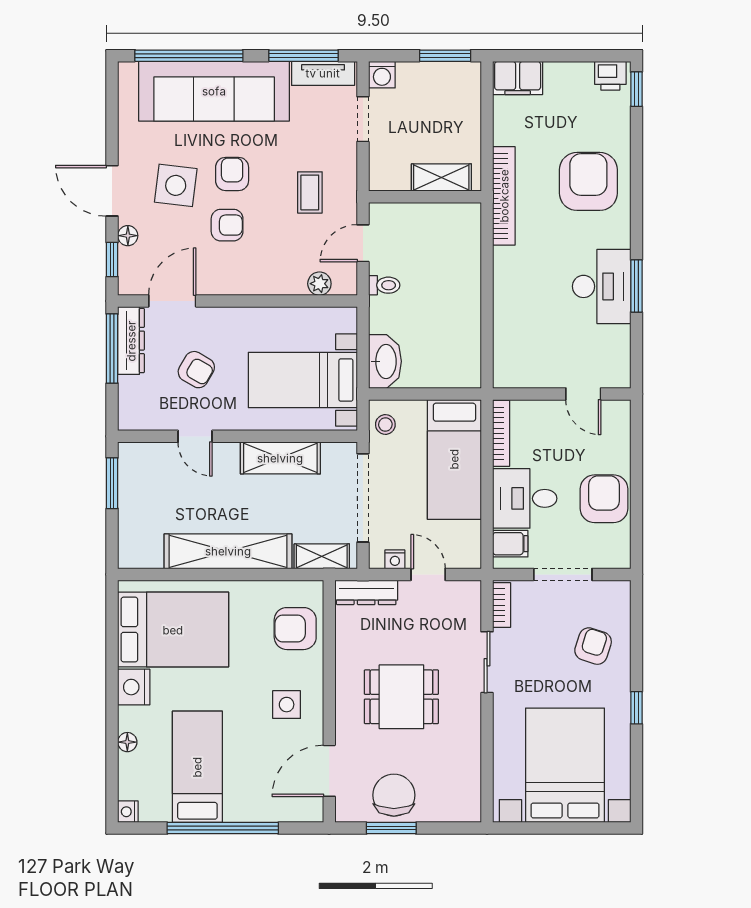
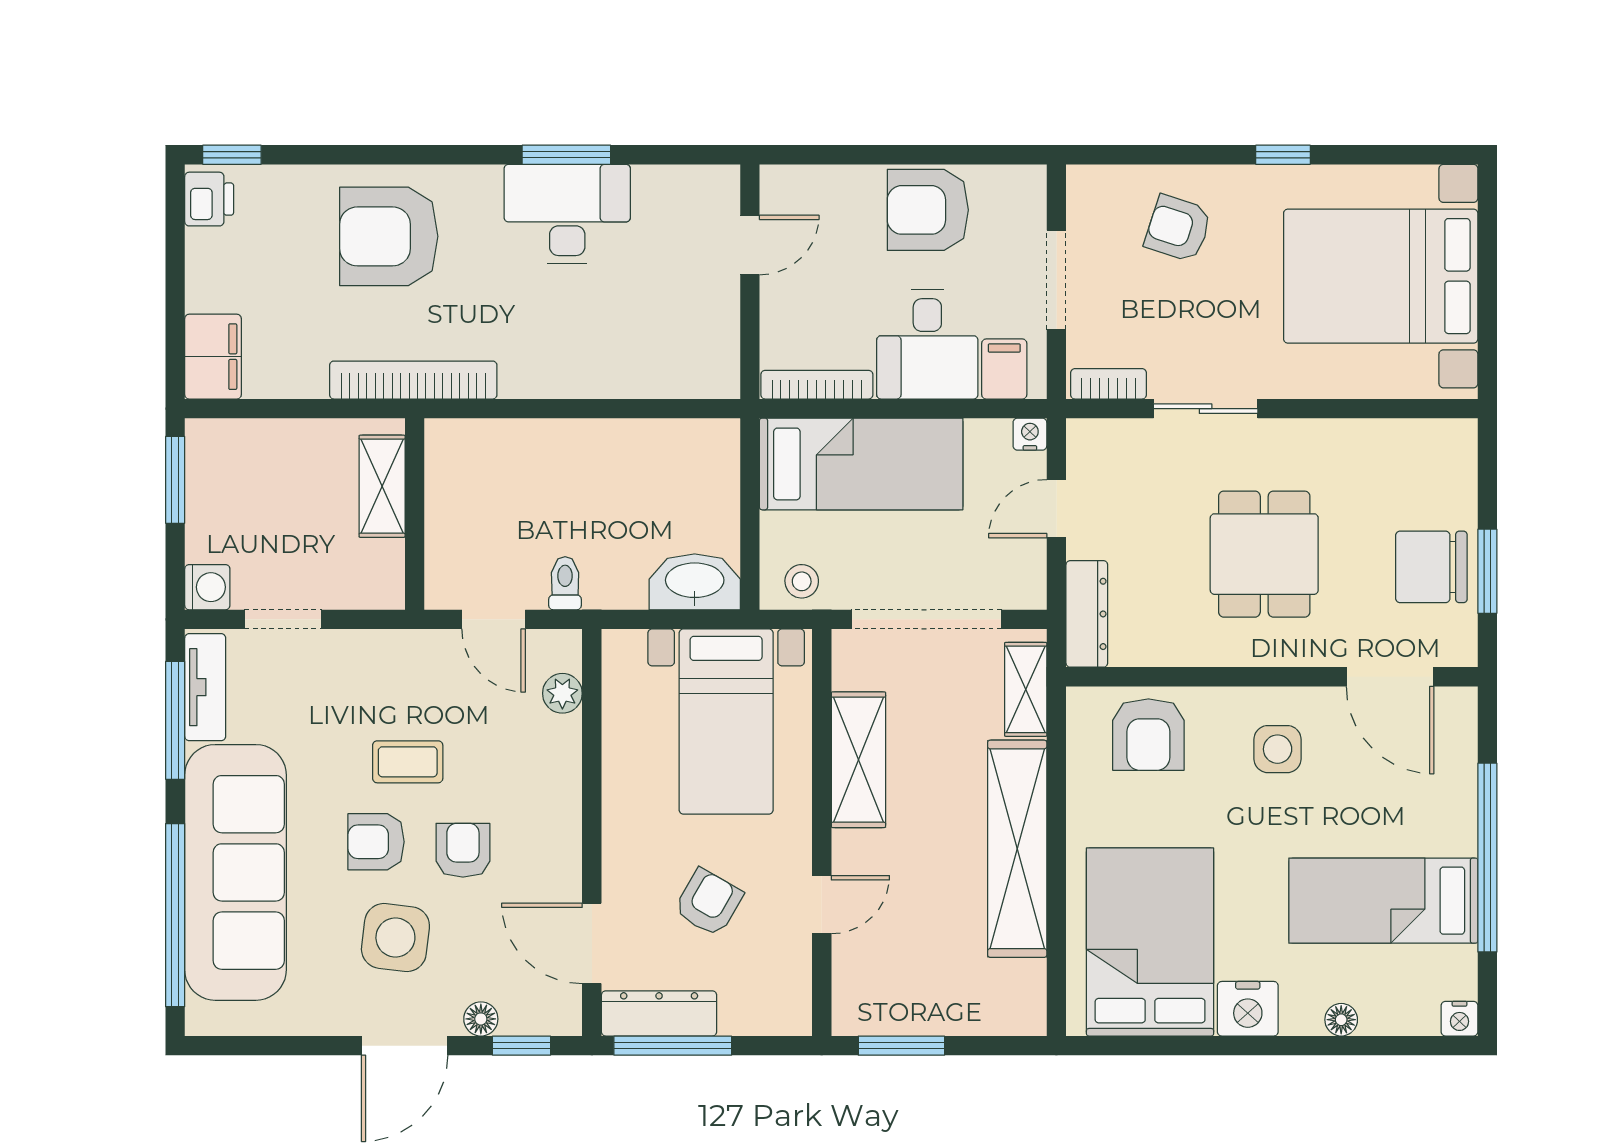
coffee table: (310, 192) -> (408, 762), moved
nightstand: (395, 559) -> (1030, 434), moved, turned -90

